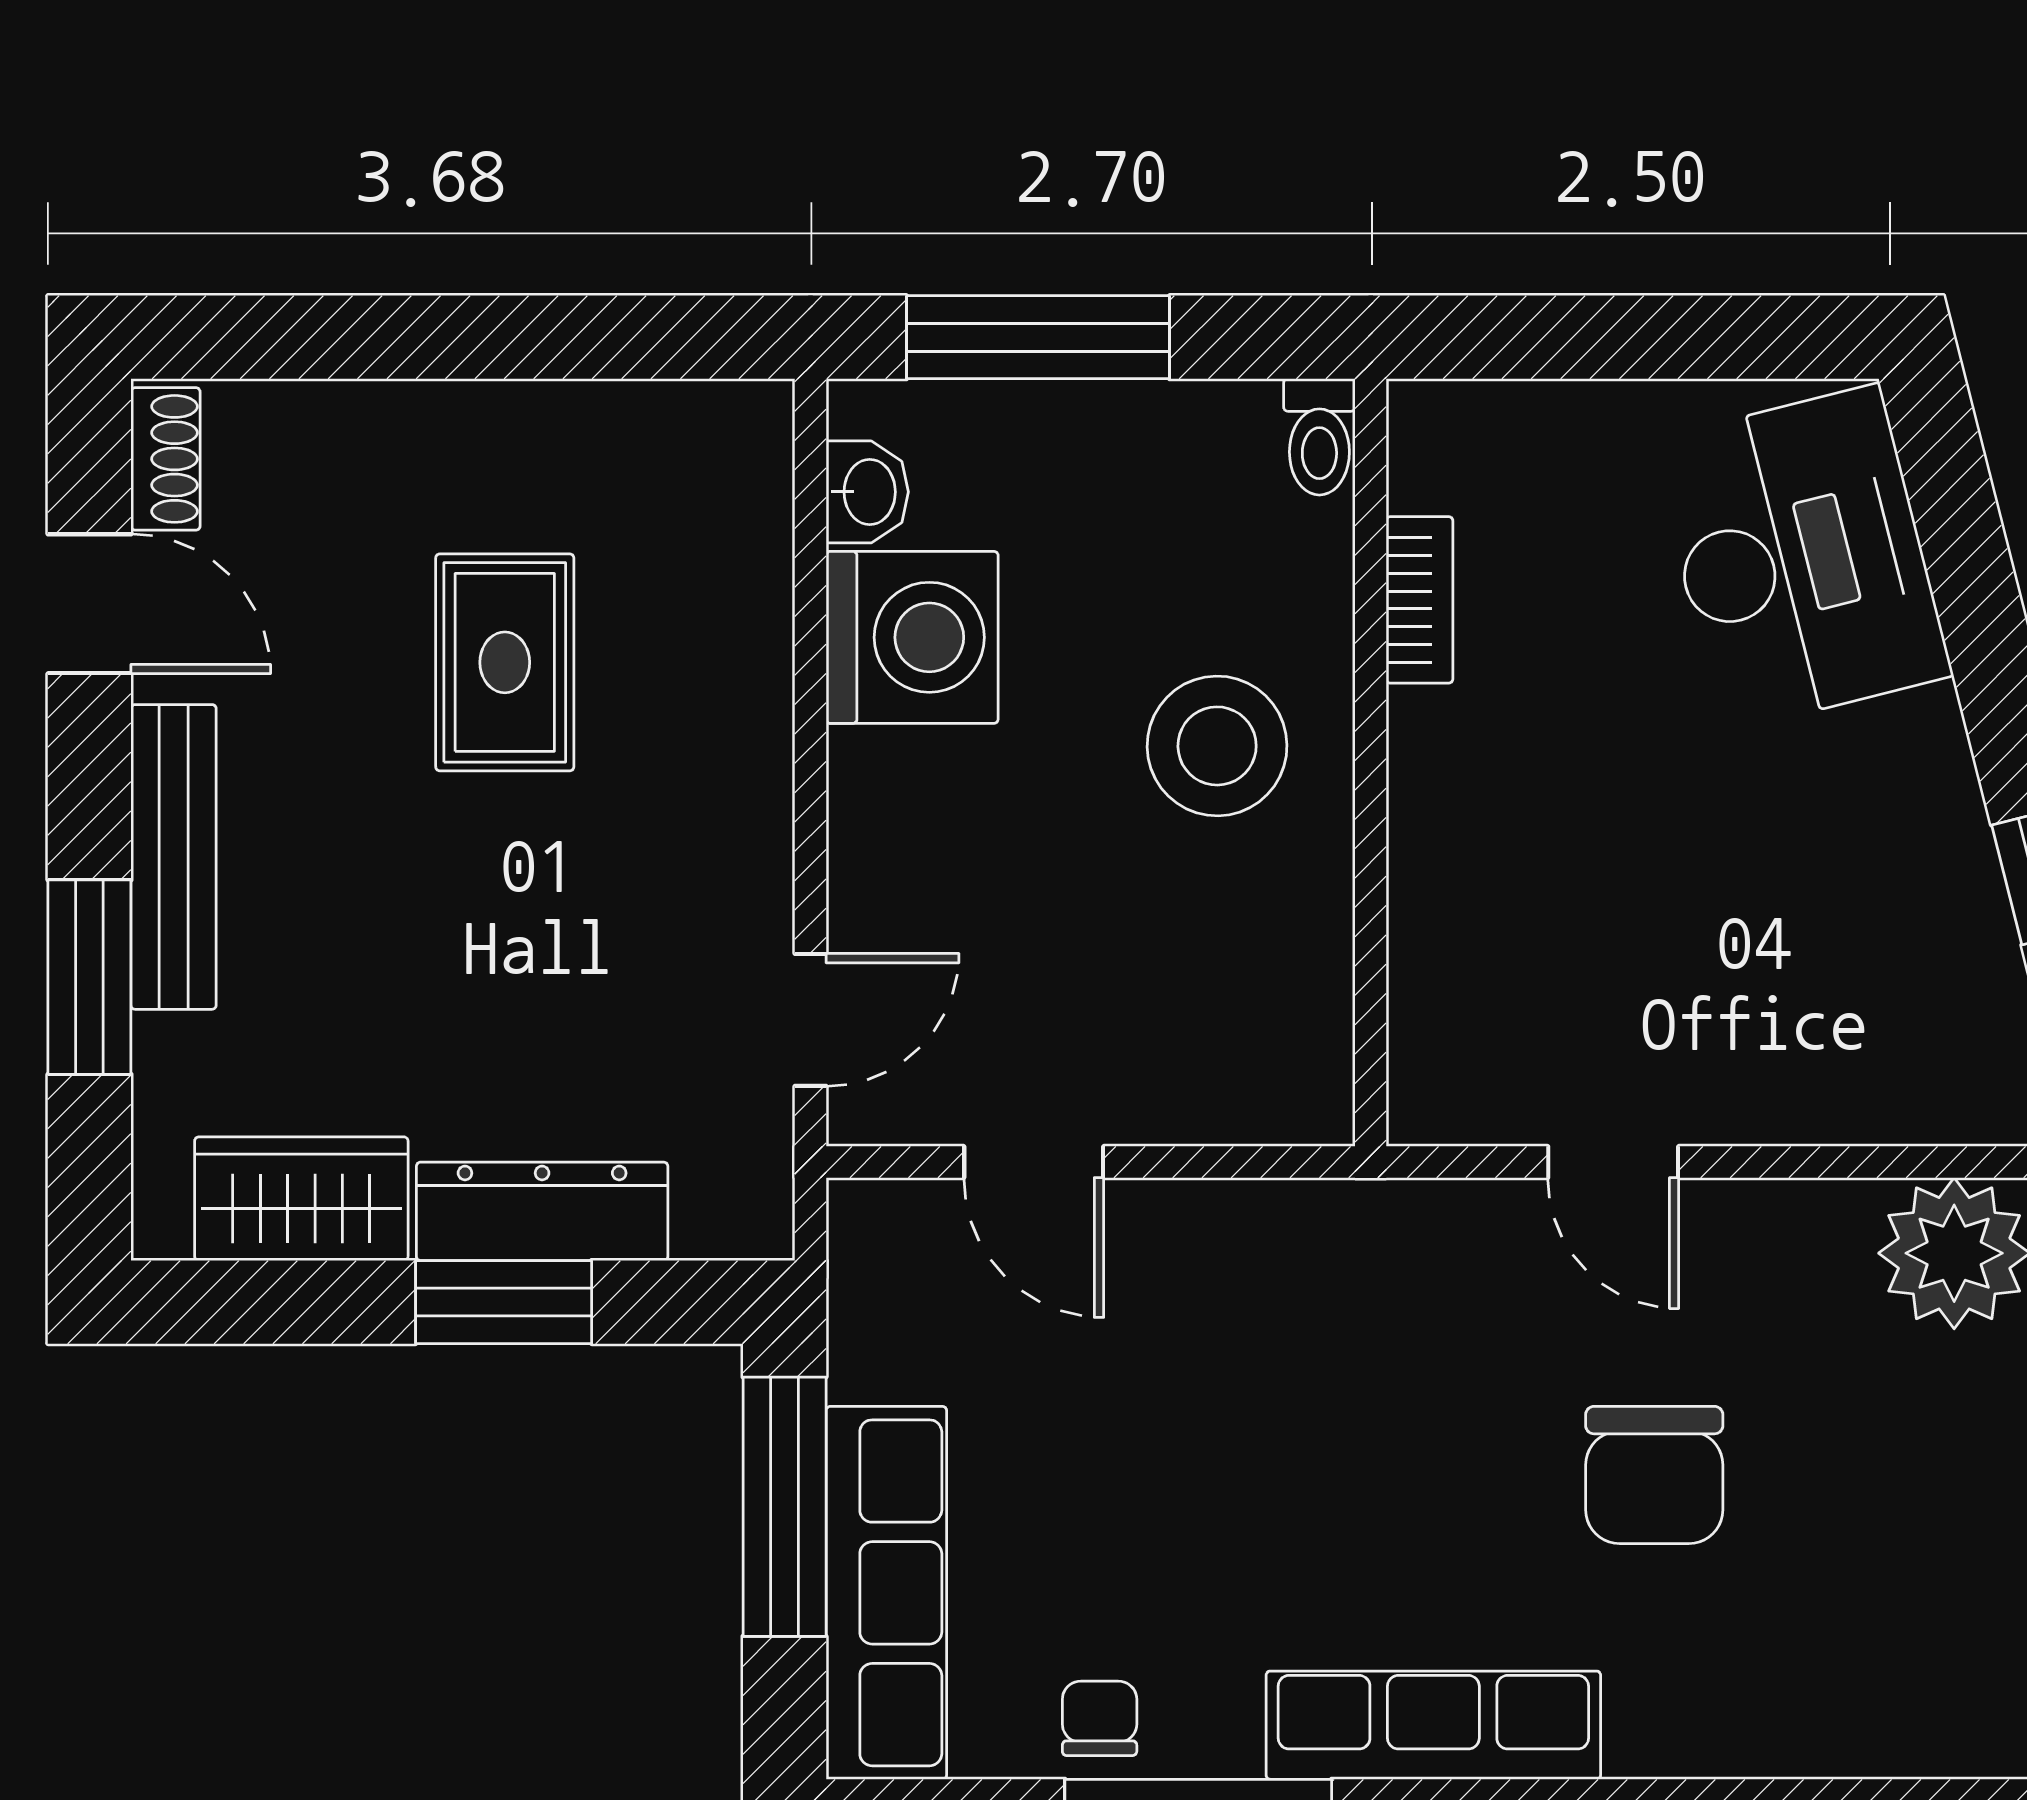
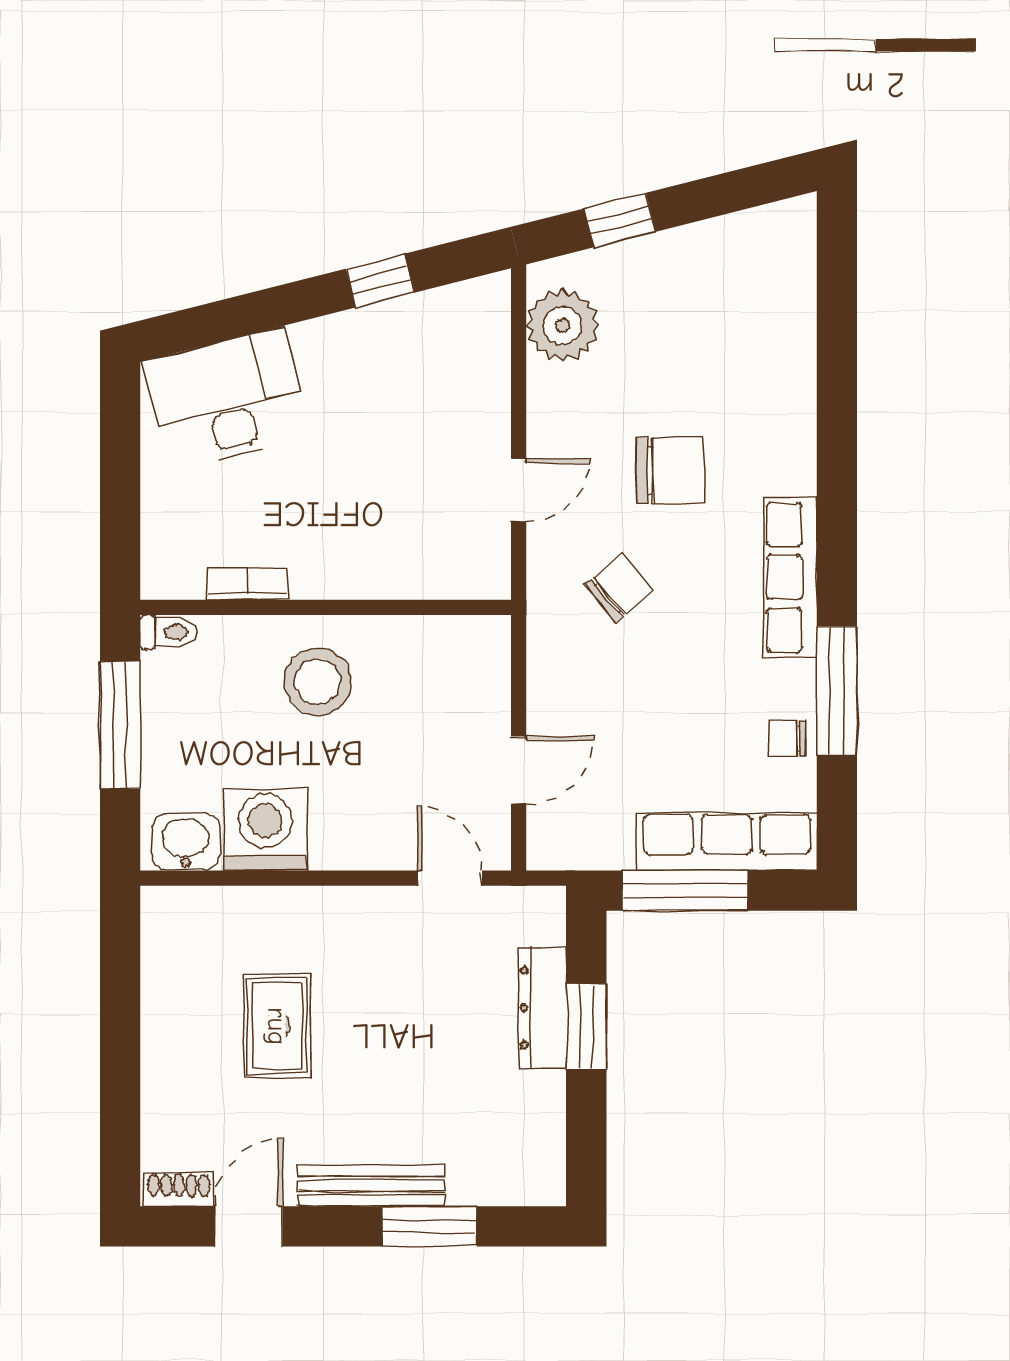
window: (1038, 337) -> (120, 725), moved
washbasin: (867, 492) -> (185, 842), width x1.38, depth x1.45
rug: (505, 662) -> (277, 1026), turned 90
wardrobe: (301, 1199) -> (536, 1124), removed
chair: (1411, 1370) -> (619, 588), added

